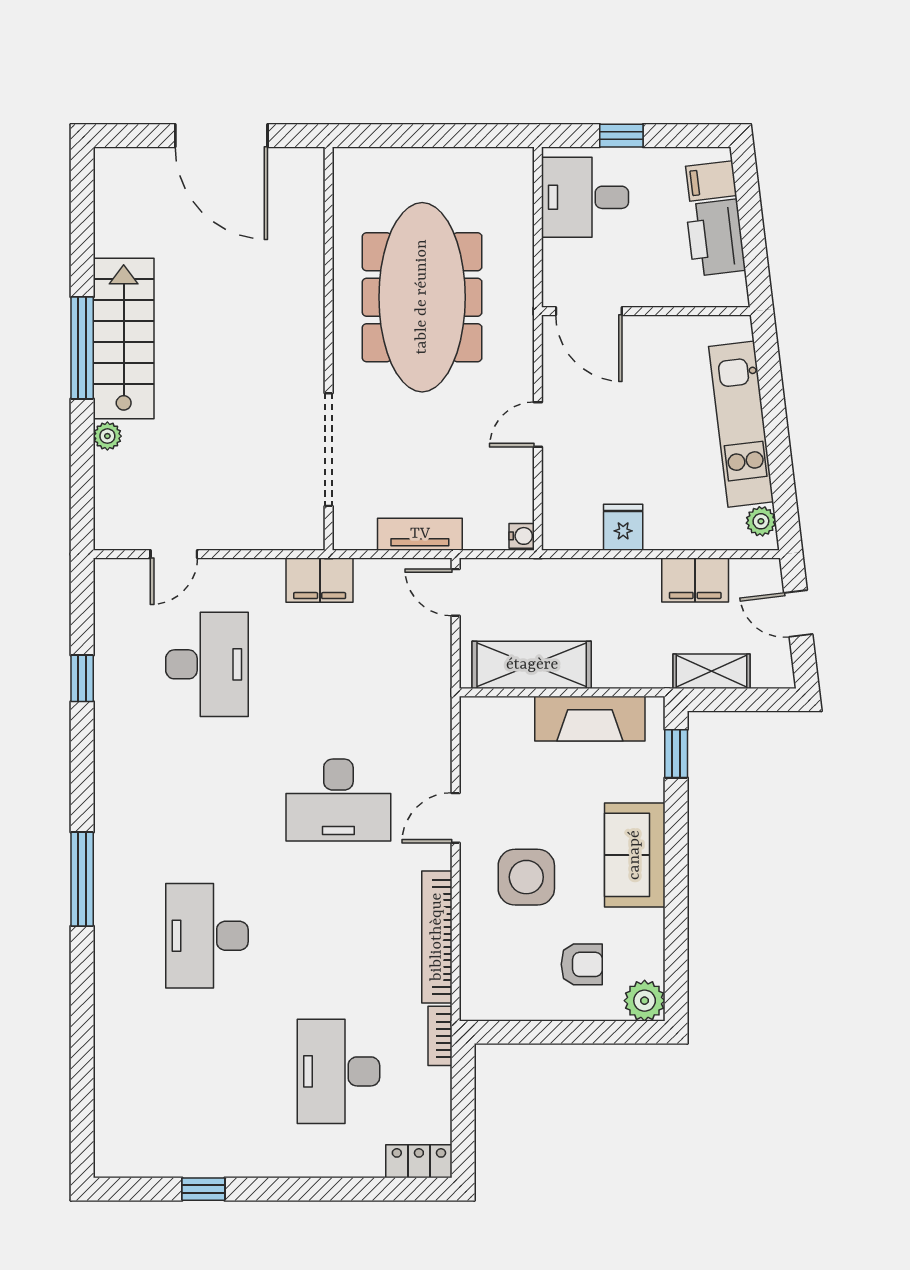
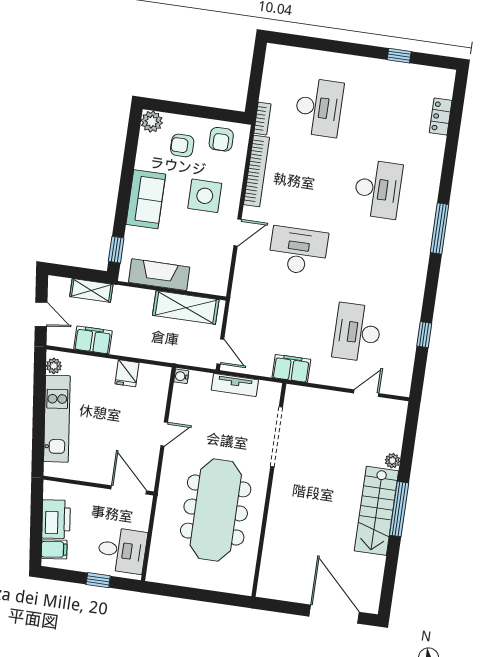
door: (221, 136) -> (334, 614), moved
armchair: (511, 986) -> (221, 139), added
locker: (419, 1161) -> (441, 117), moved, turned 90

